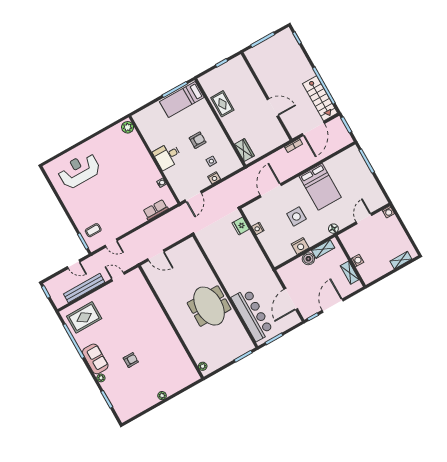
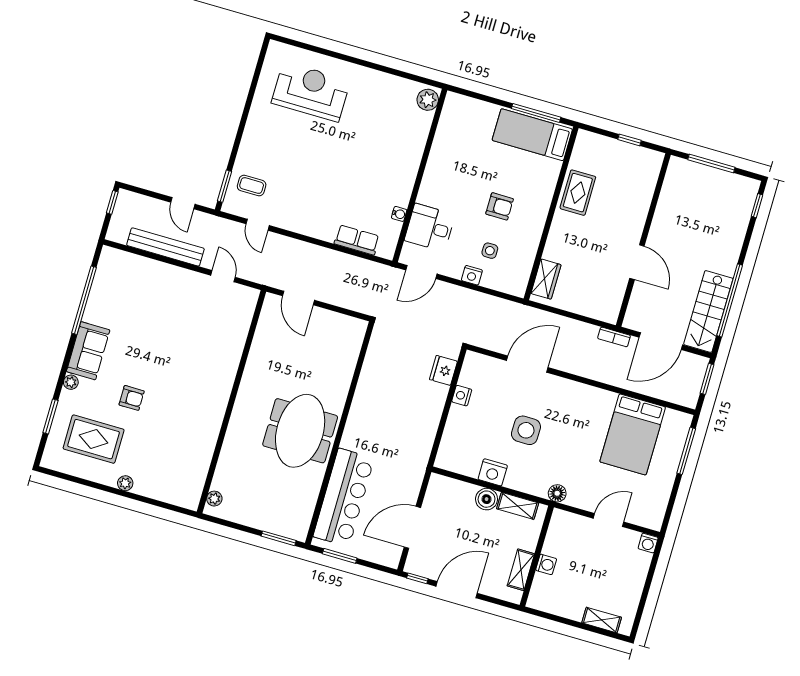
desk: (168, 156) -> (430, 227), moved
bed: (320, 187) -> (633, 434), moved
rug: (84, 317) -> (94, 439), moved

